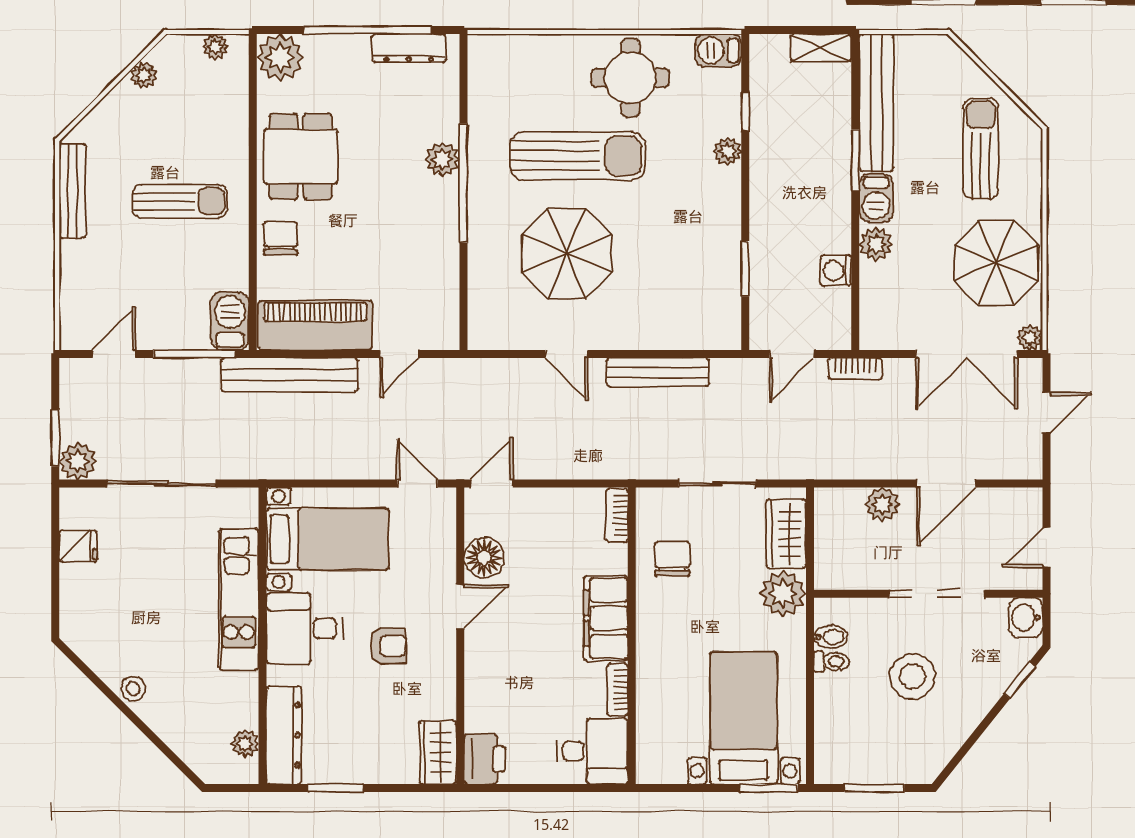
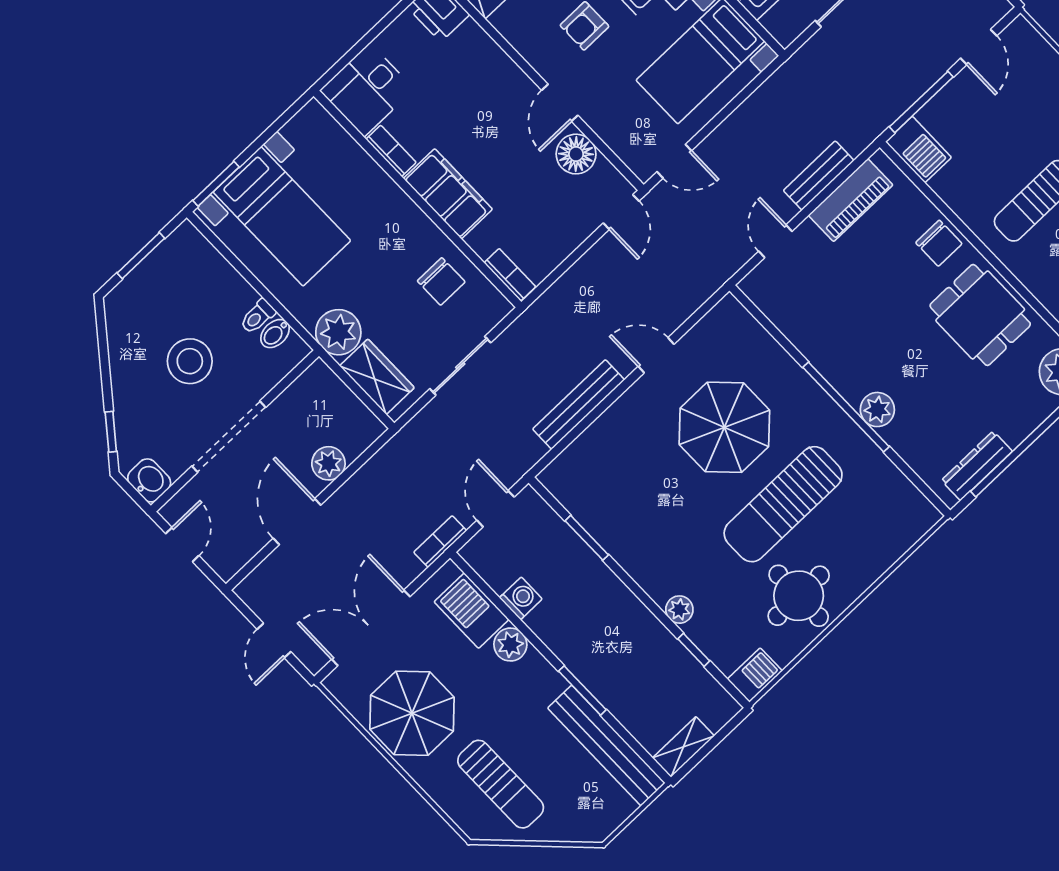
barbecue: (876, 198) -> (471, 611), moved, width x1.38, depth x1.27
piano: (315, 325) -> (851, 200), width x0.73, depth x0.75
plant: (1030, 338) -> (337, 683), removed
bench: (290, 375) -> (819, 176), width x0.54, depth x0.82

